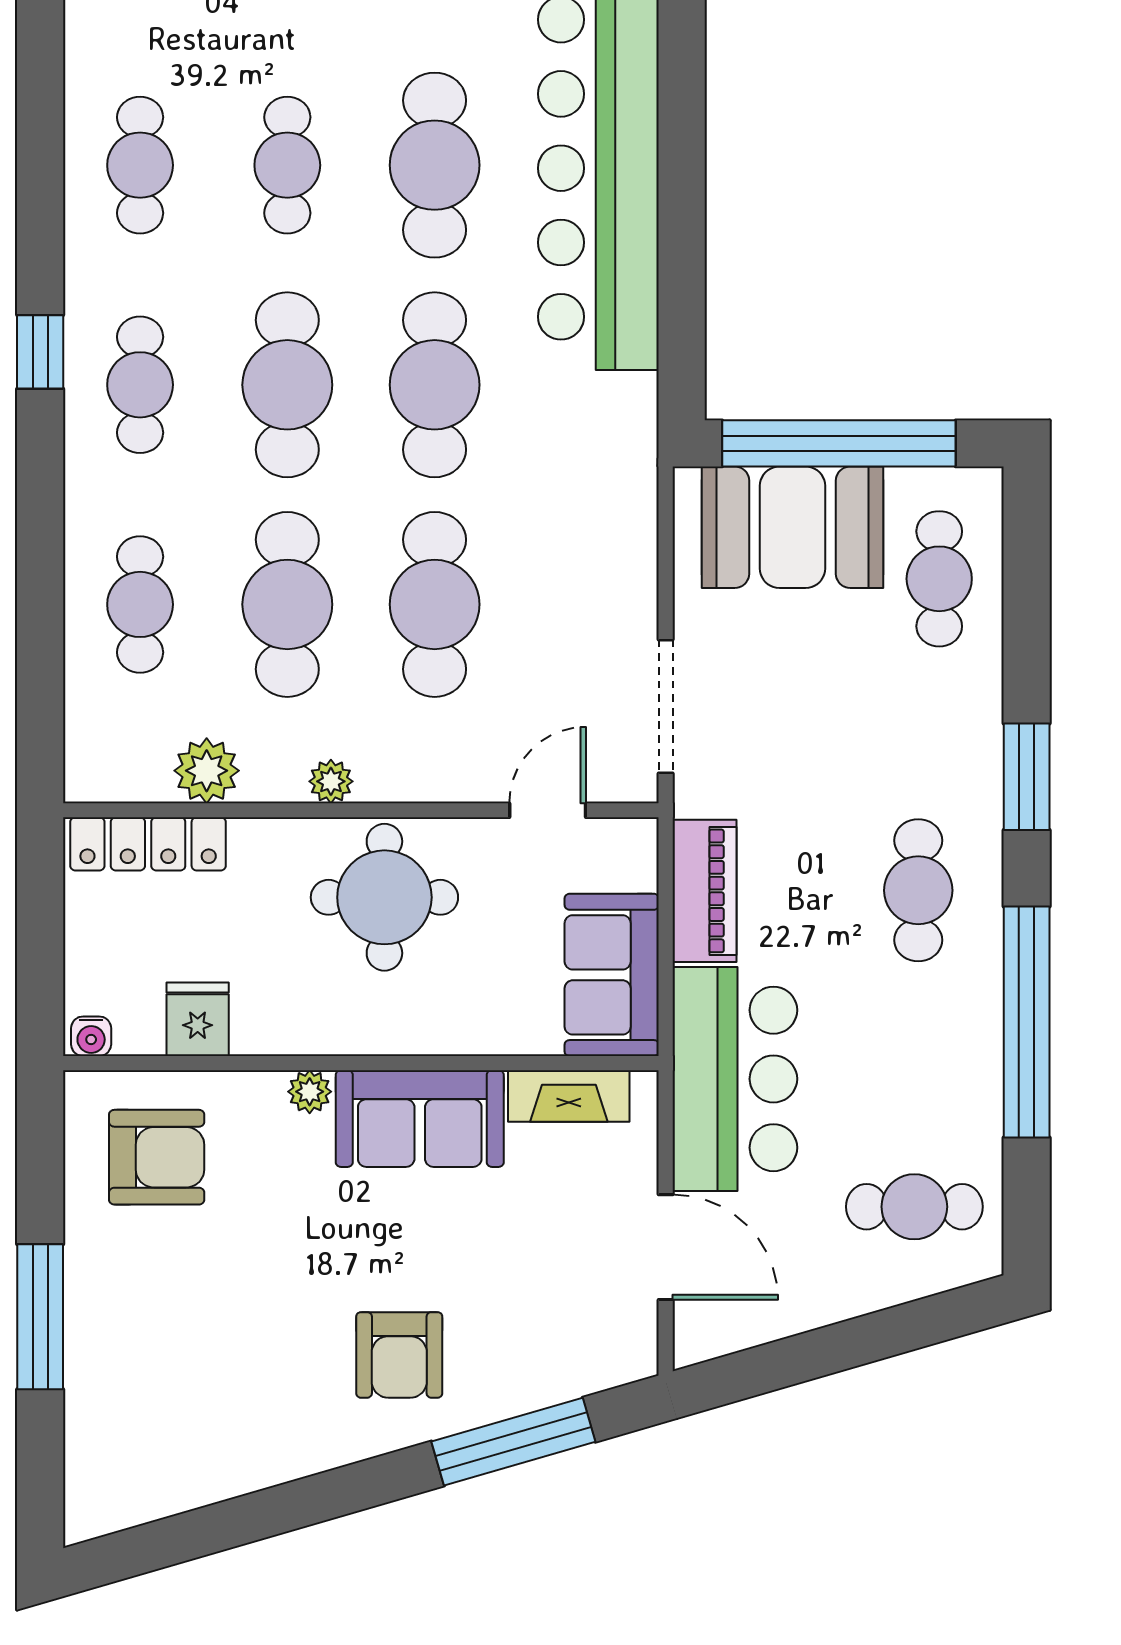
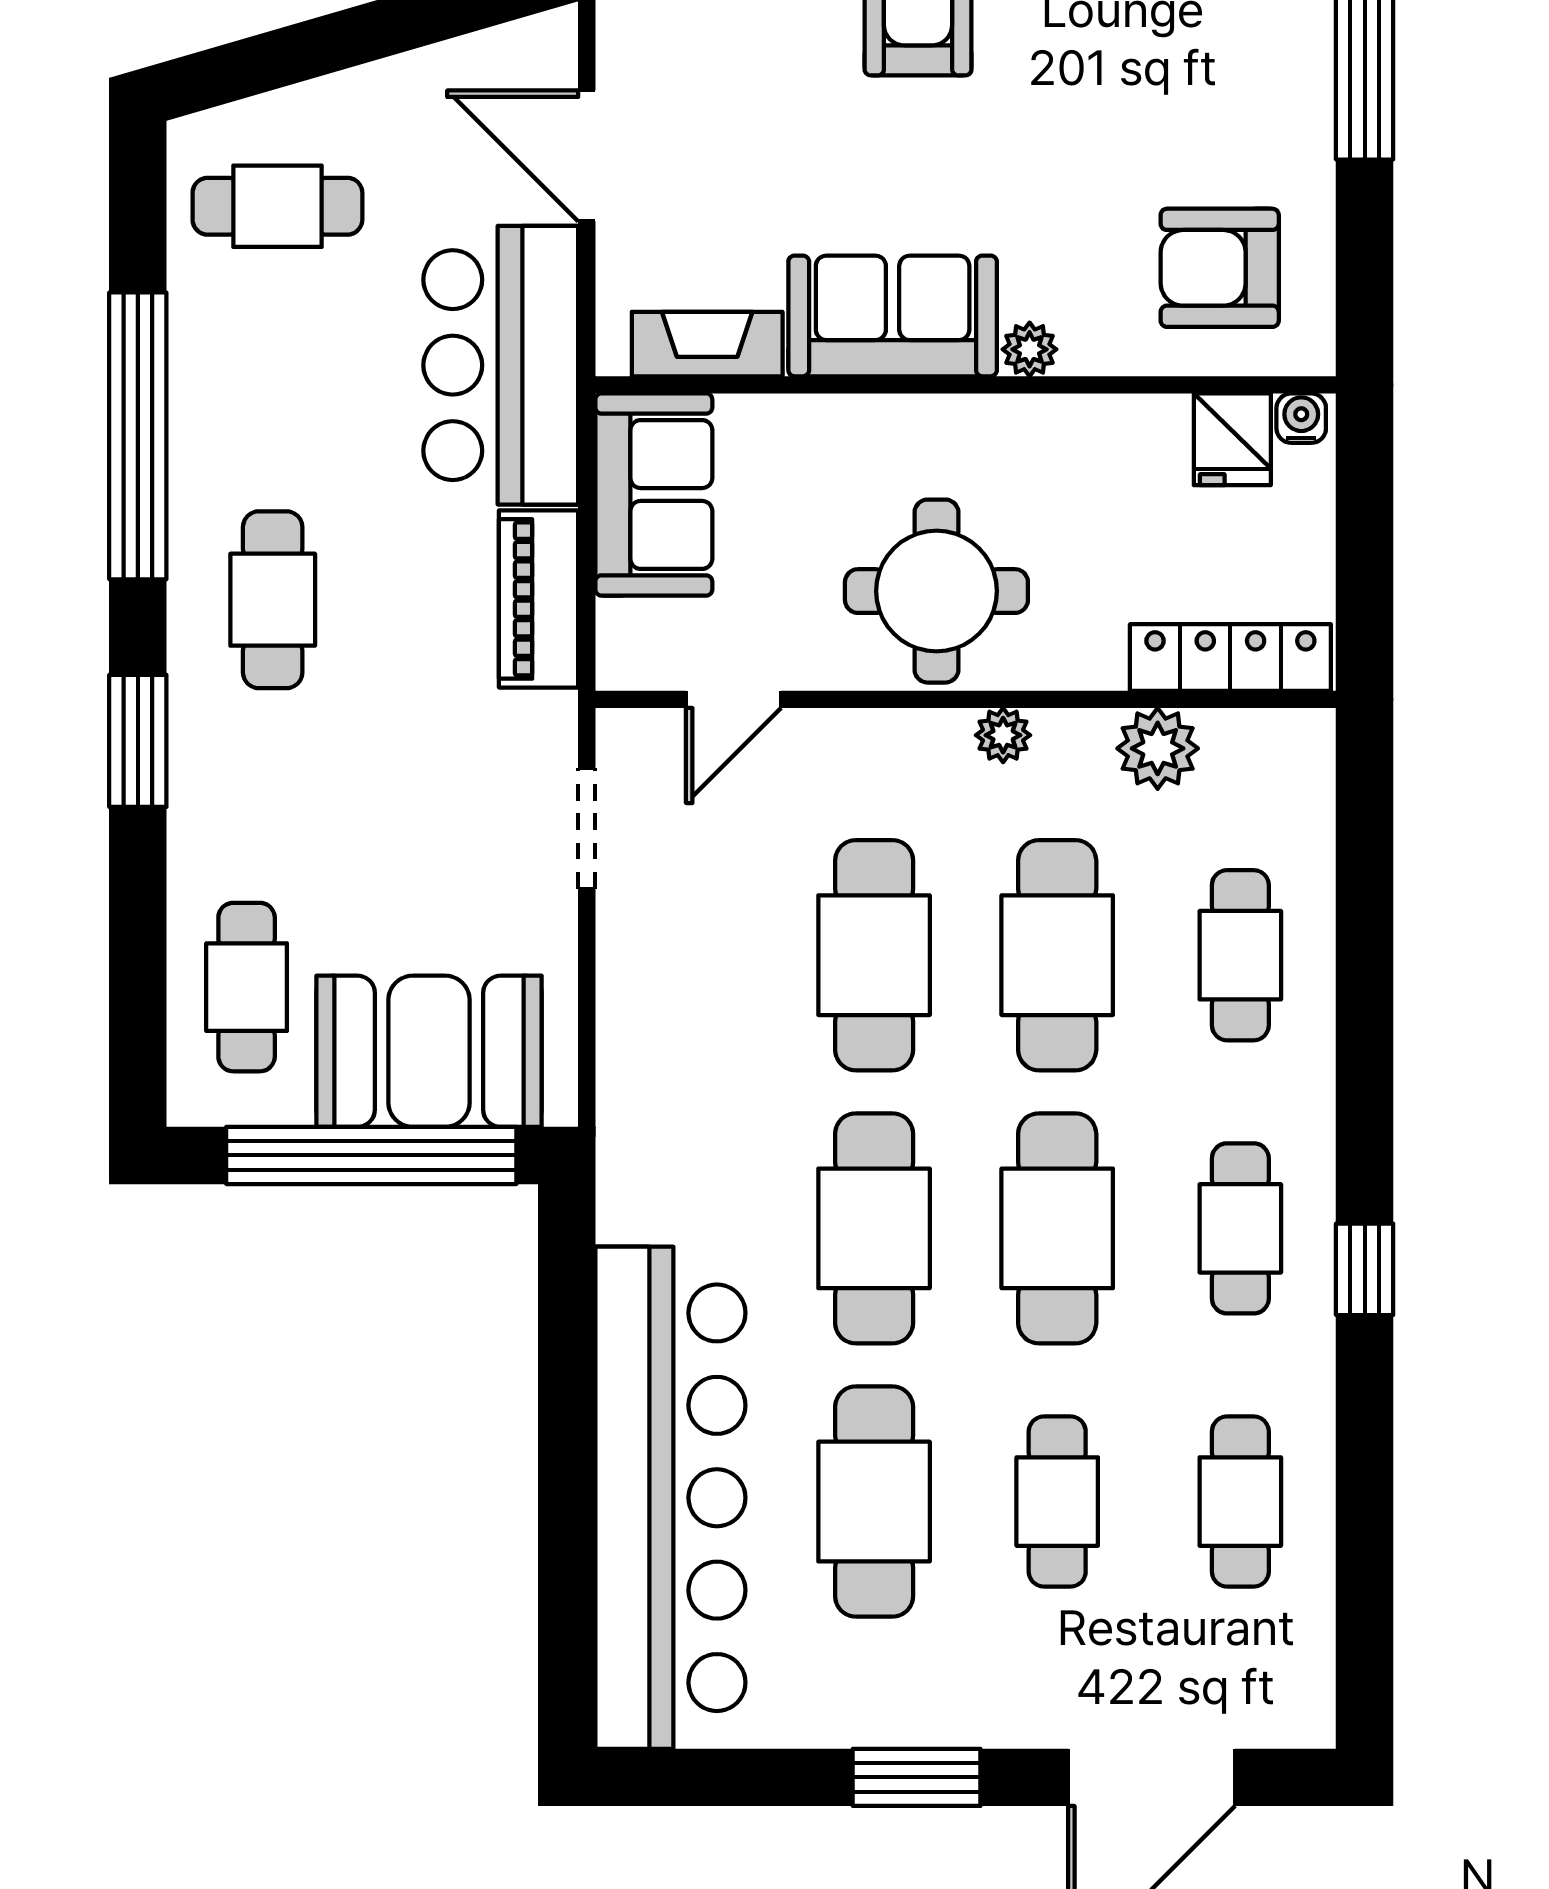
doorway: (666, 707) -> (587, 828), width x0.73
fridge: (198, 1019) -> (1232, 439), moved

